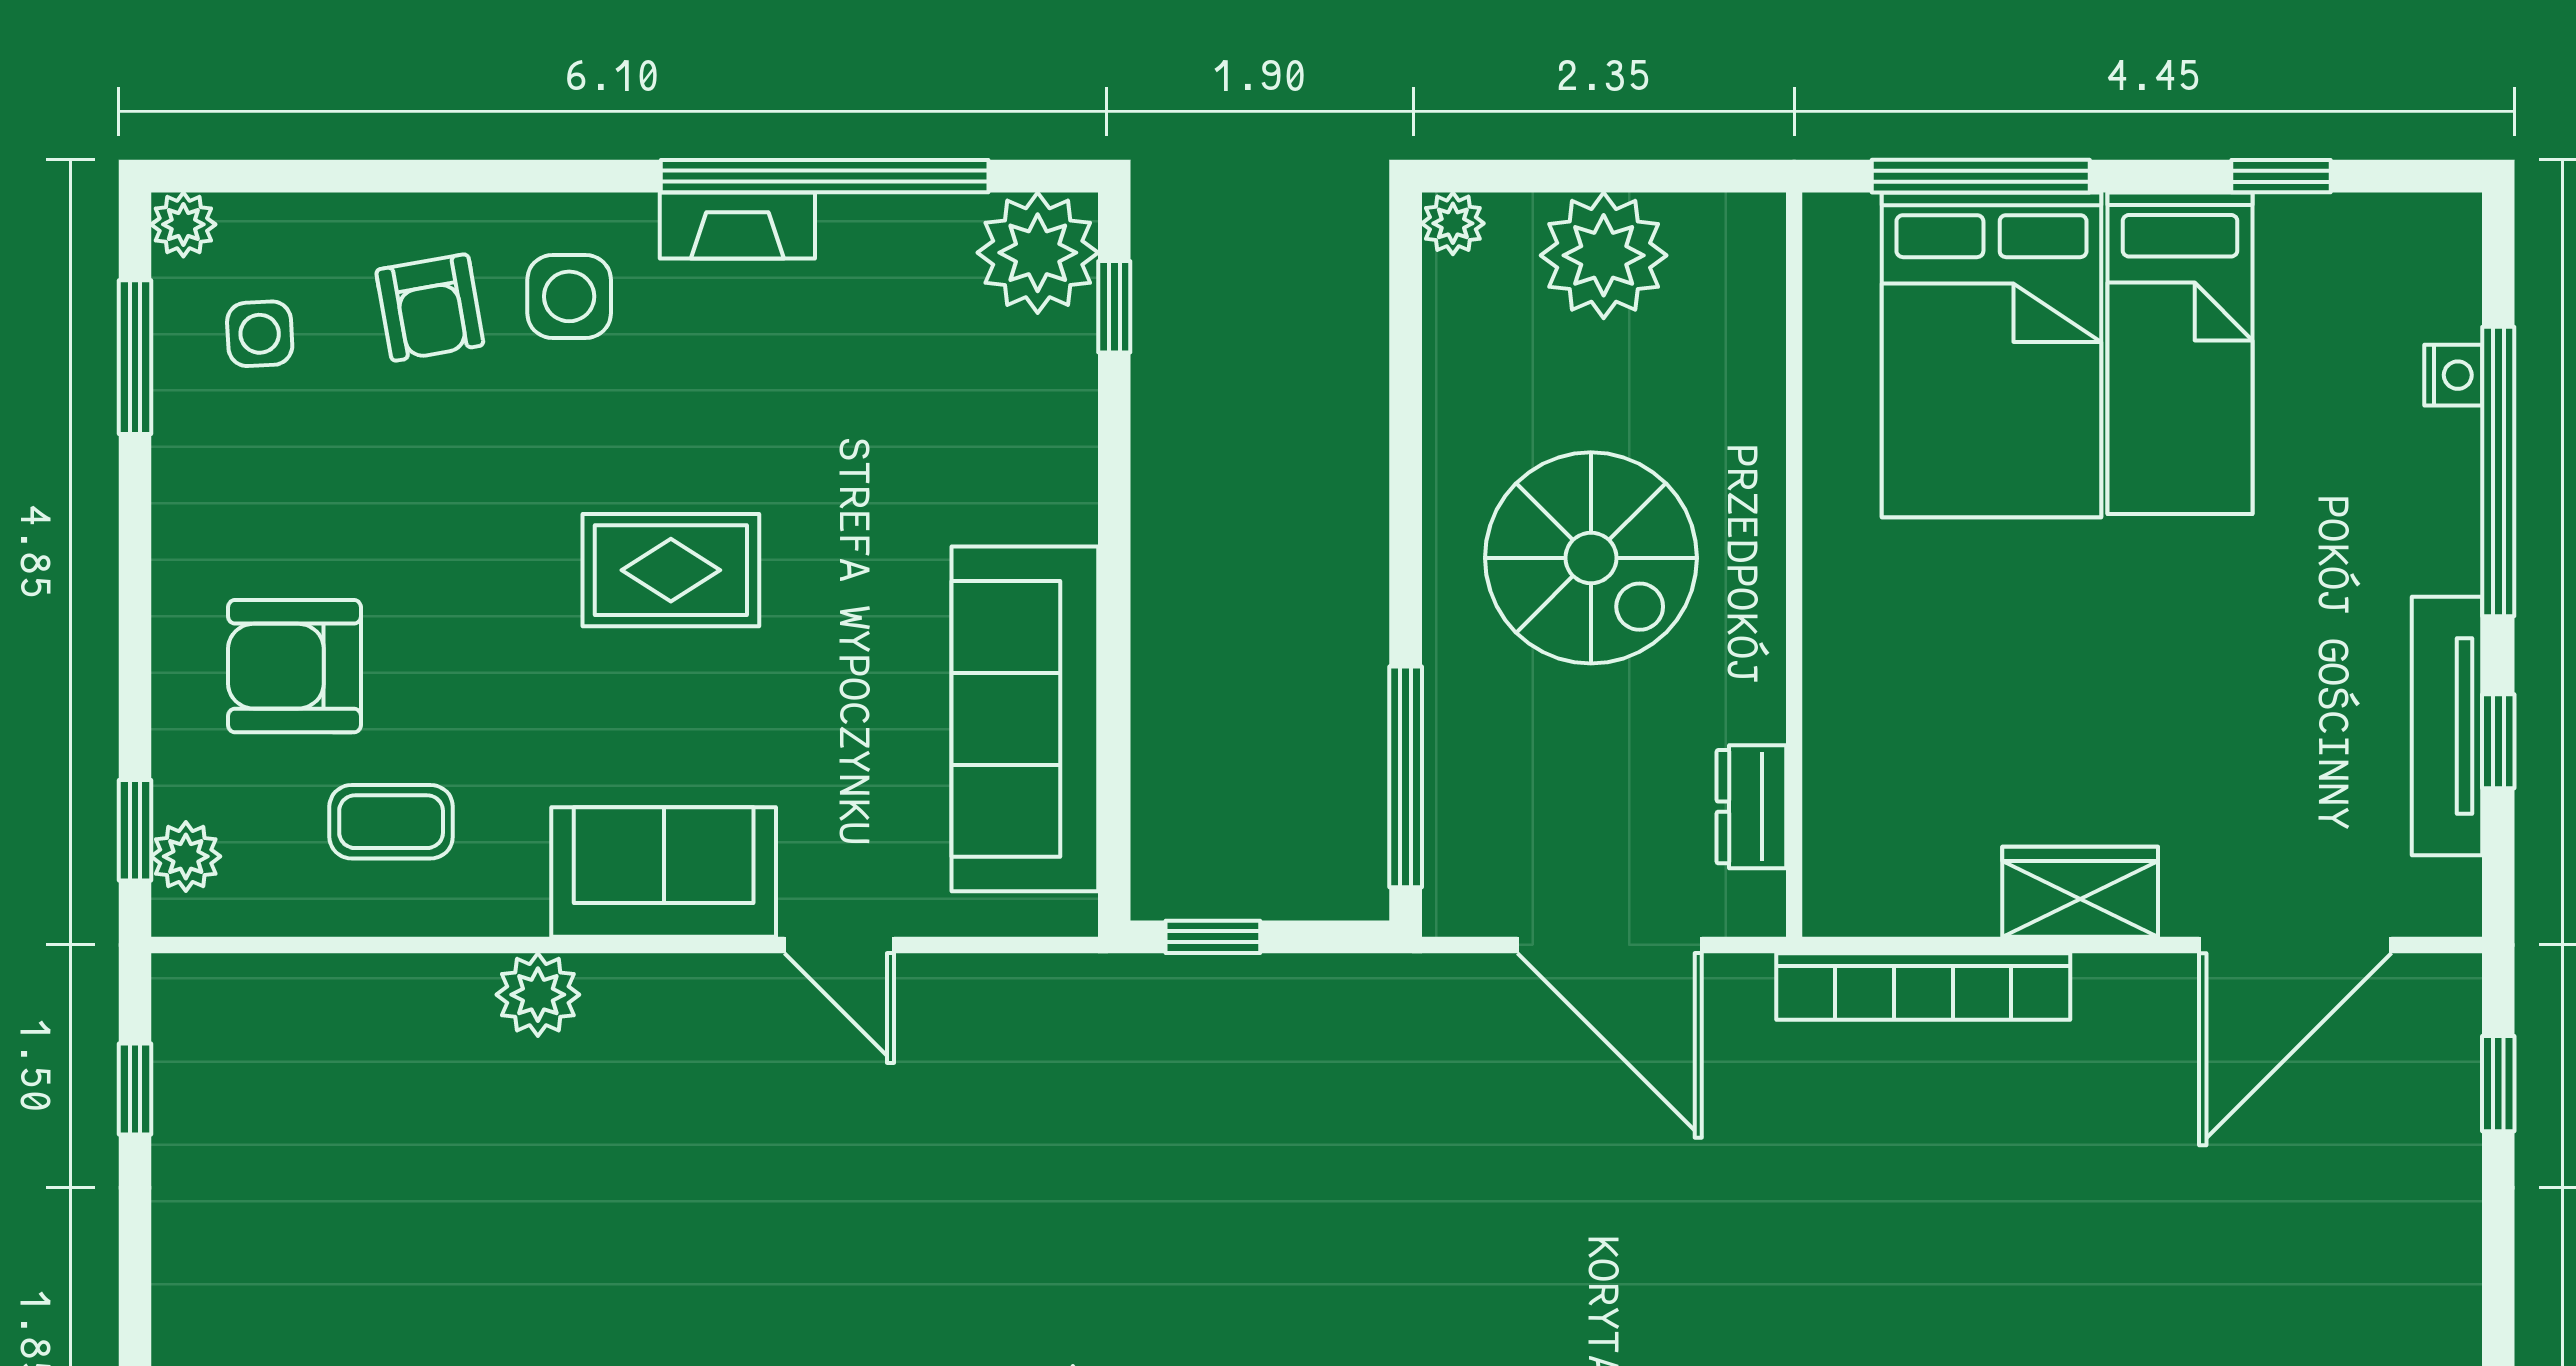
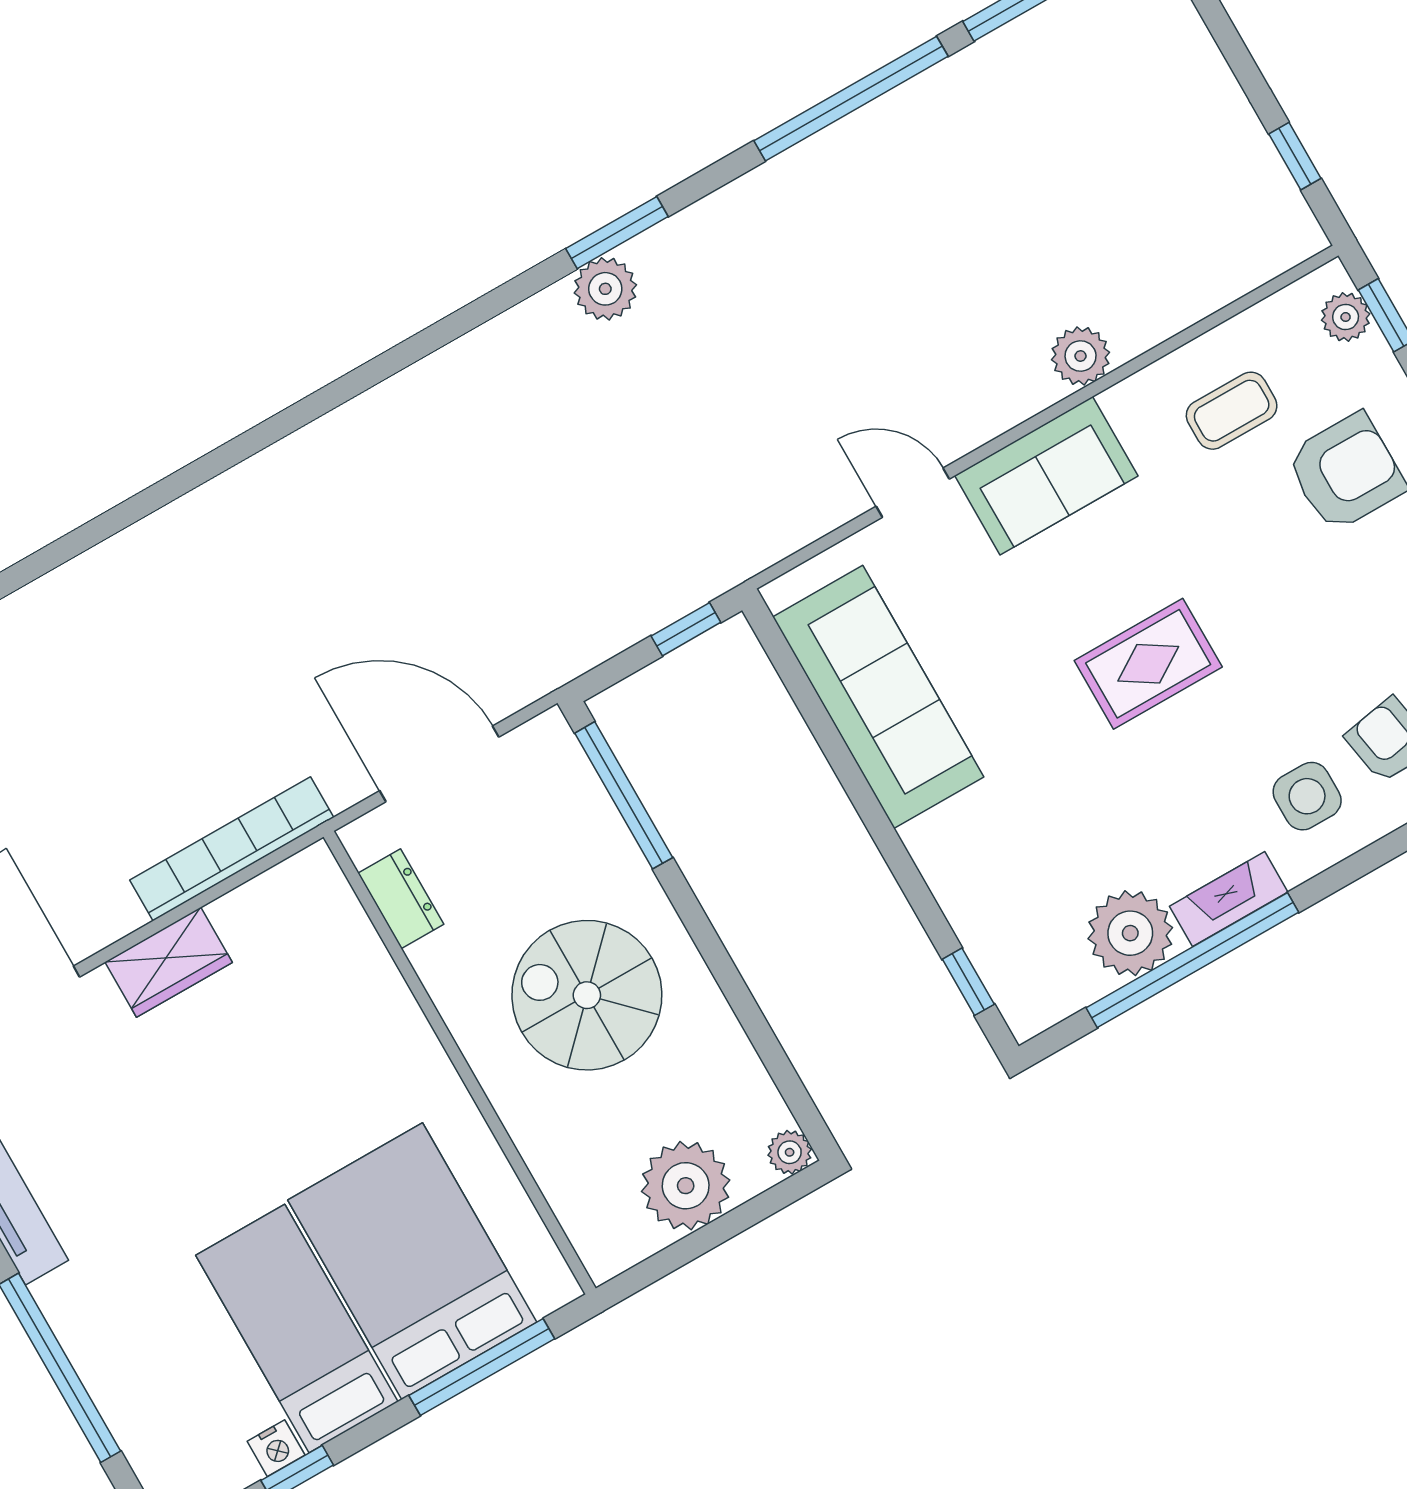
plant: (1038, 253) -> (1130, 933), moved
nightstand: (2453, 375) -> (276, 1448), moved, turned -90

